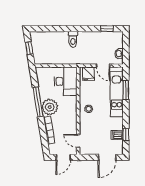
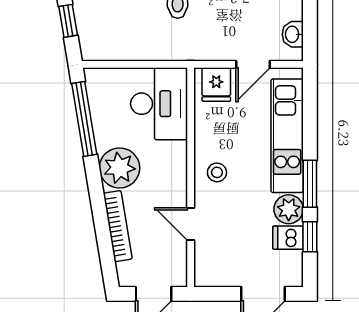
door: (103, 66) -> (253, 64), hinge flipped
window: (126, 90) -> (310, 184), moved
window: (38, 102) -> (84, 119), moved
plant: (117, 124) -> (289, 209), added
door: (78, 141) -> (191, 224), moved

